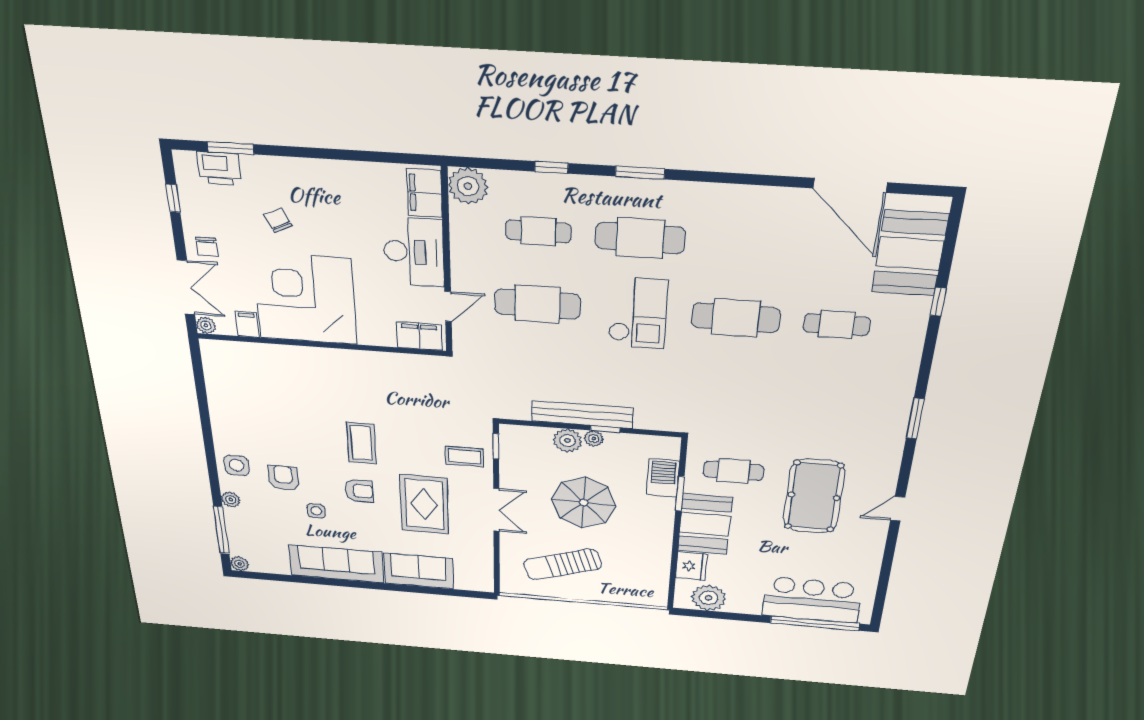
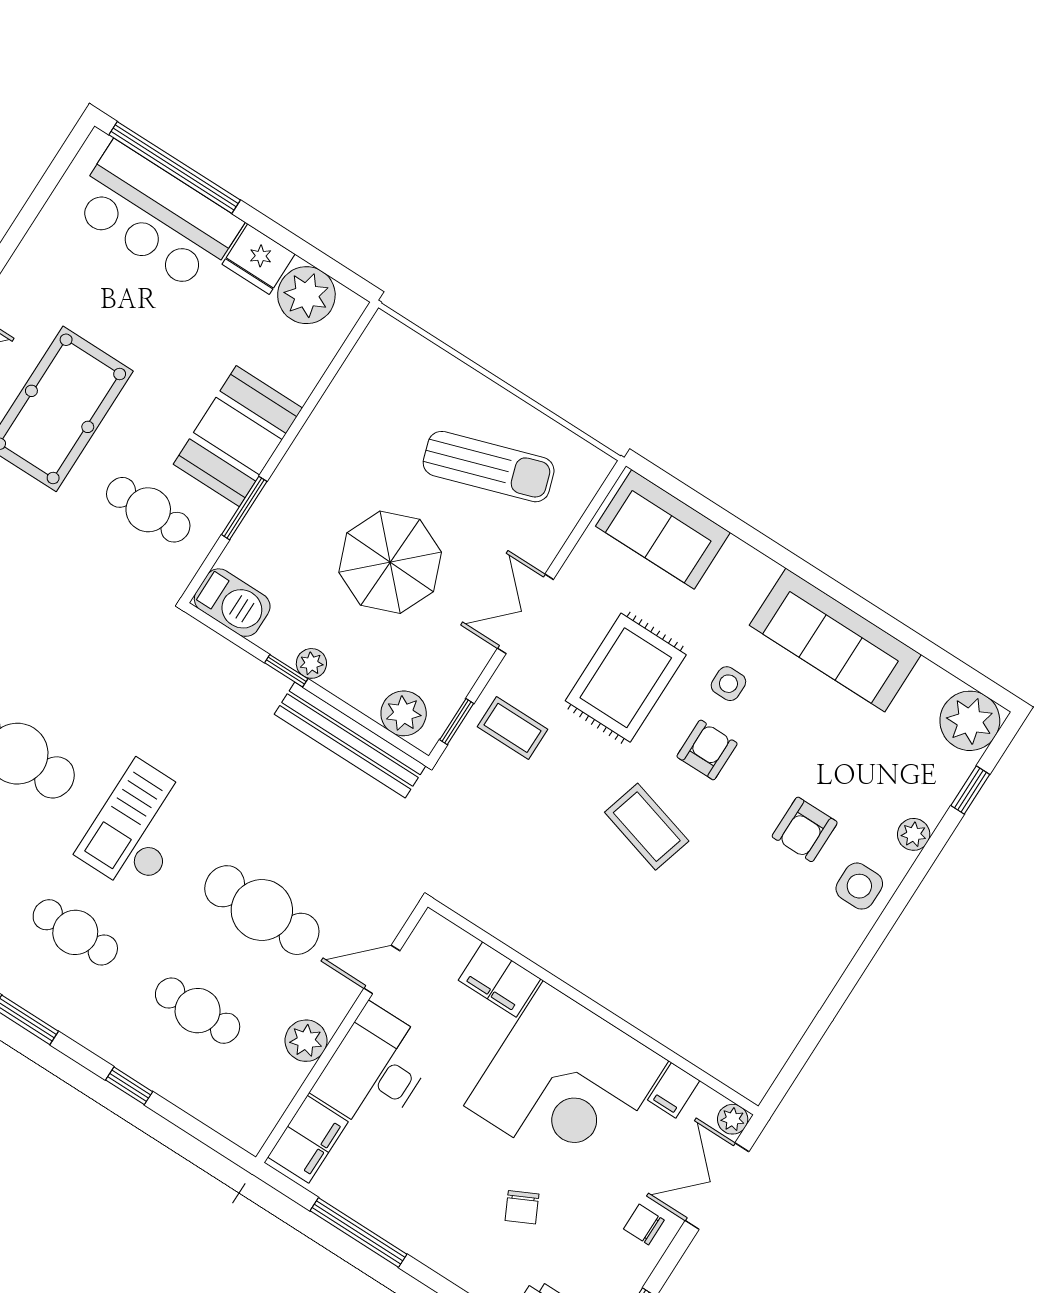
window: (358, 156) -> (359, 1233), added
plant: (468, 186) -> (306, 1041), moved, width x0.73, depth x0.73
cafe table: (640, 238) -> (75, 932), width x0.73, depth x0.74
chair: (207, 247) -> (644, 1224), turned -90
filing cabinet: (419, 336) -> (499, 980), moved
bench: (582, 415) -> (350, 740), moved
plant: (568, 441) -> (404, 713), moved
coffee table: (361, 443) -> (647, 827), turned -74
barbecue: (663, 478) -> (232, 603), moved, turned -90
armchair: (359, 491) -> (707, 750), turned 90
side table: (316, 511) -> (728, 684), moved
window: (221, 530) -> (970, 790), width x0.46
plant: (240, 564) -> (970, 721), width x1.87, depth x1.87
fridge: (691, 566) -> (259, 259), moved, turned -90
sofa: (419, 571) -> (663, 529), moved

